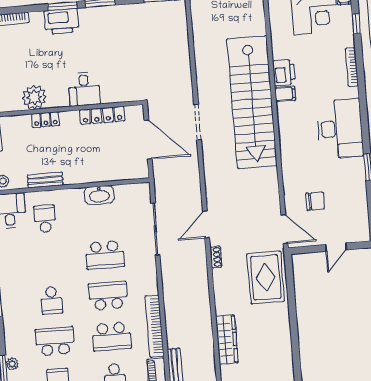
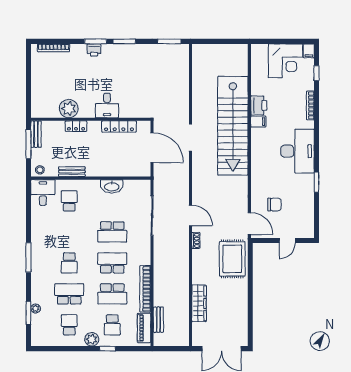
printer: (61, 21) -> (94, 50), width x0.53, depth x0.68
door: (206, 225) -> (190, 215), swing flipped

